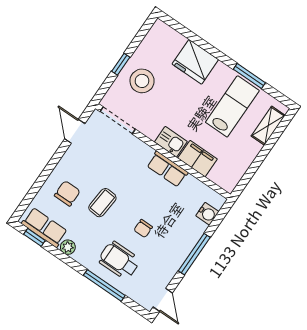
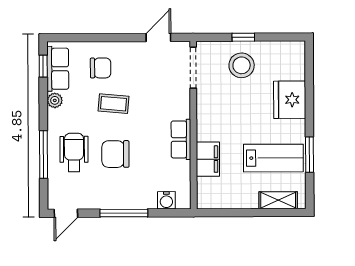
kitchen sink: (171, 142) -> (206, 126), removed
chair: (143, 229) -> (115, 154), width x1.87, depth x1.87

